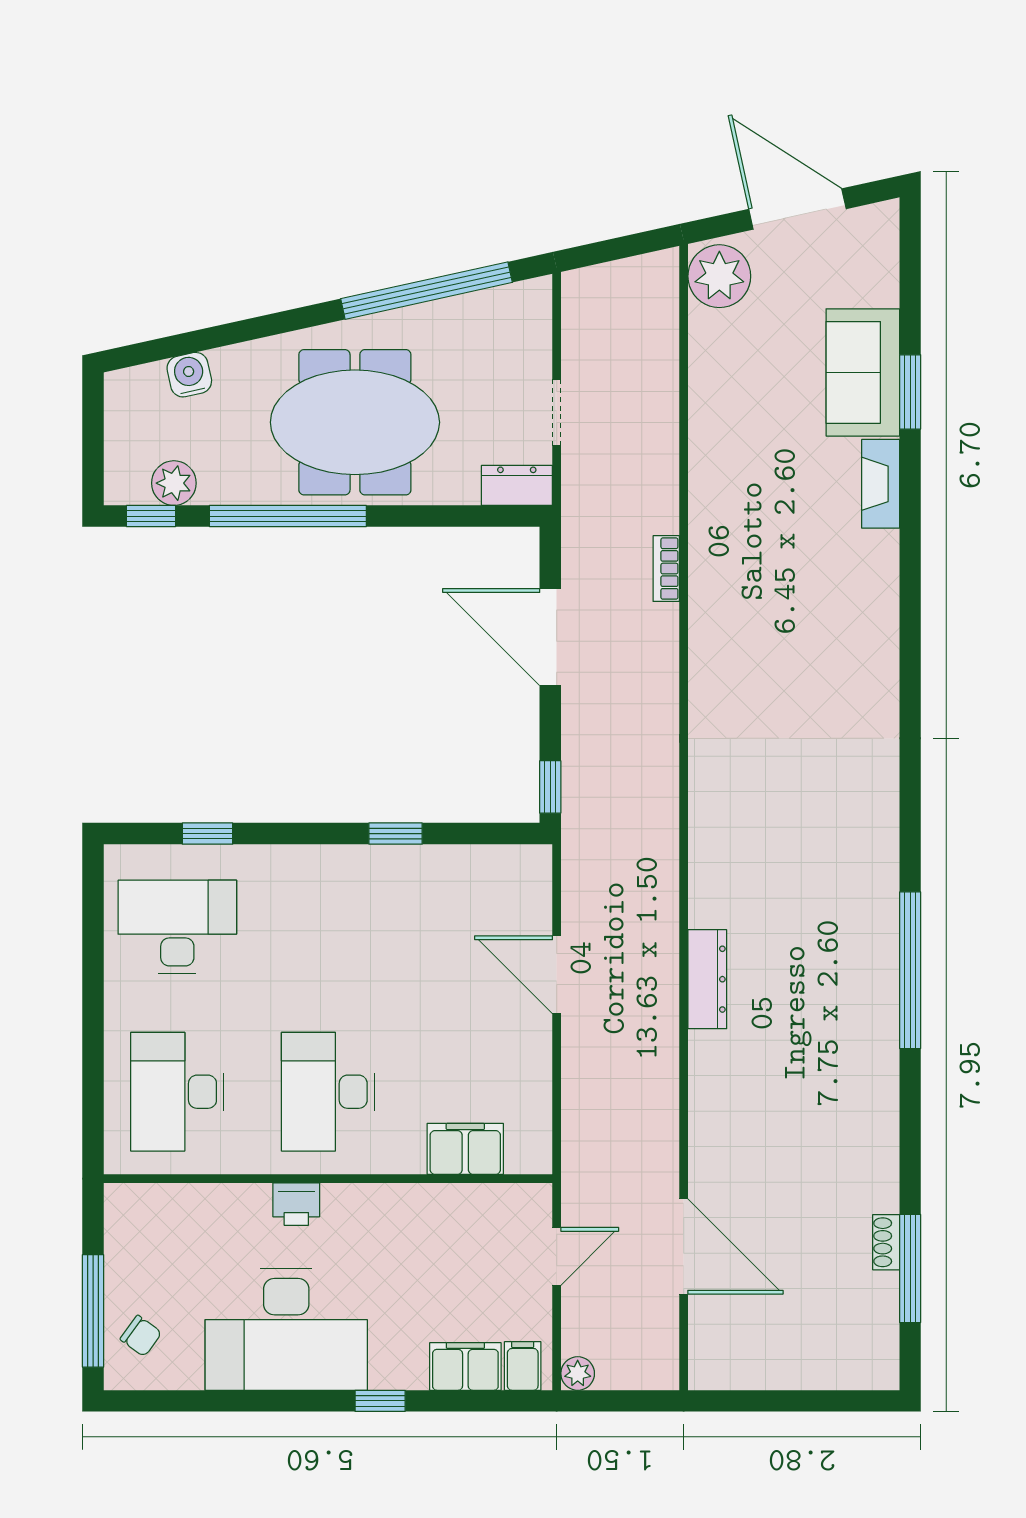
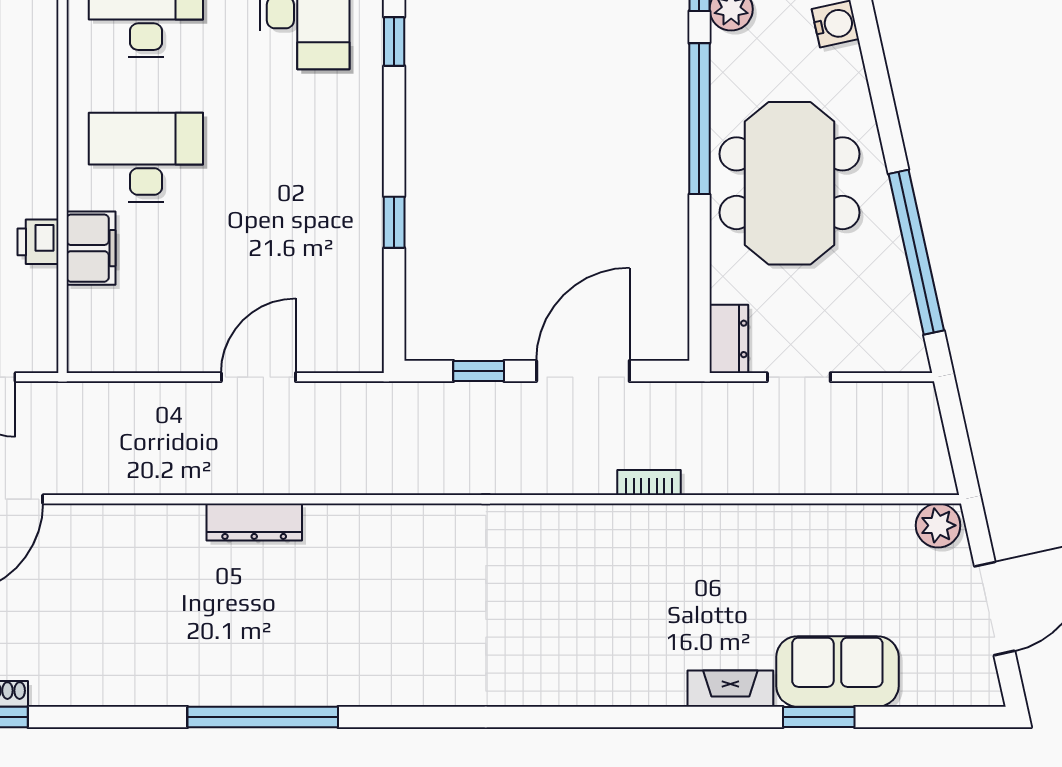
plant: (719, 276) -> (938, 525), width x0.73, depth x0.73
window: (550, 787) -> (479, 371), moved
filing cabinet: (465, 1149) -> (91, 248), moved
printer: (296, 1204) -> (38, 242), moved

